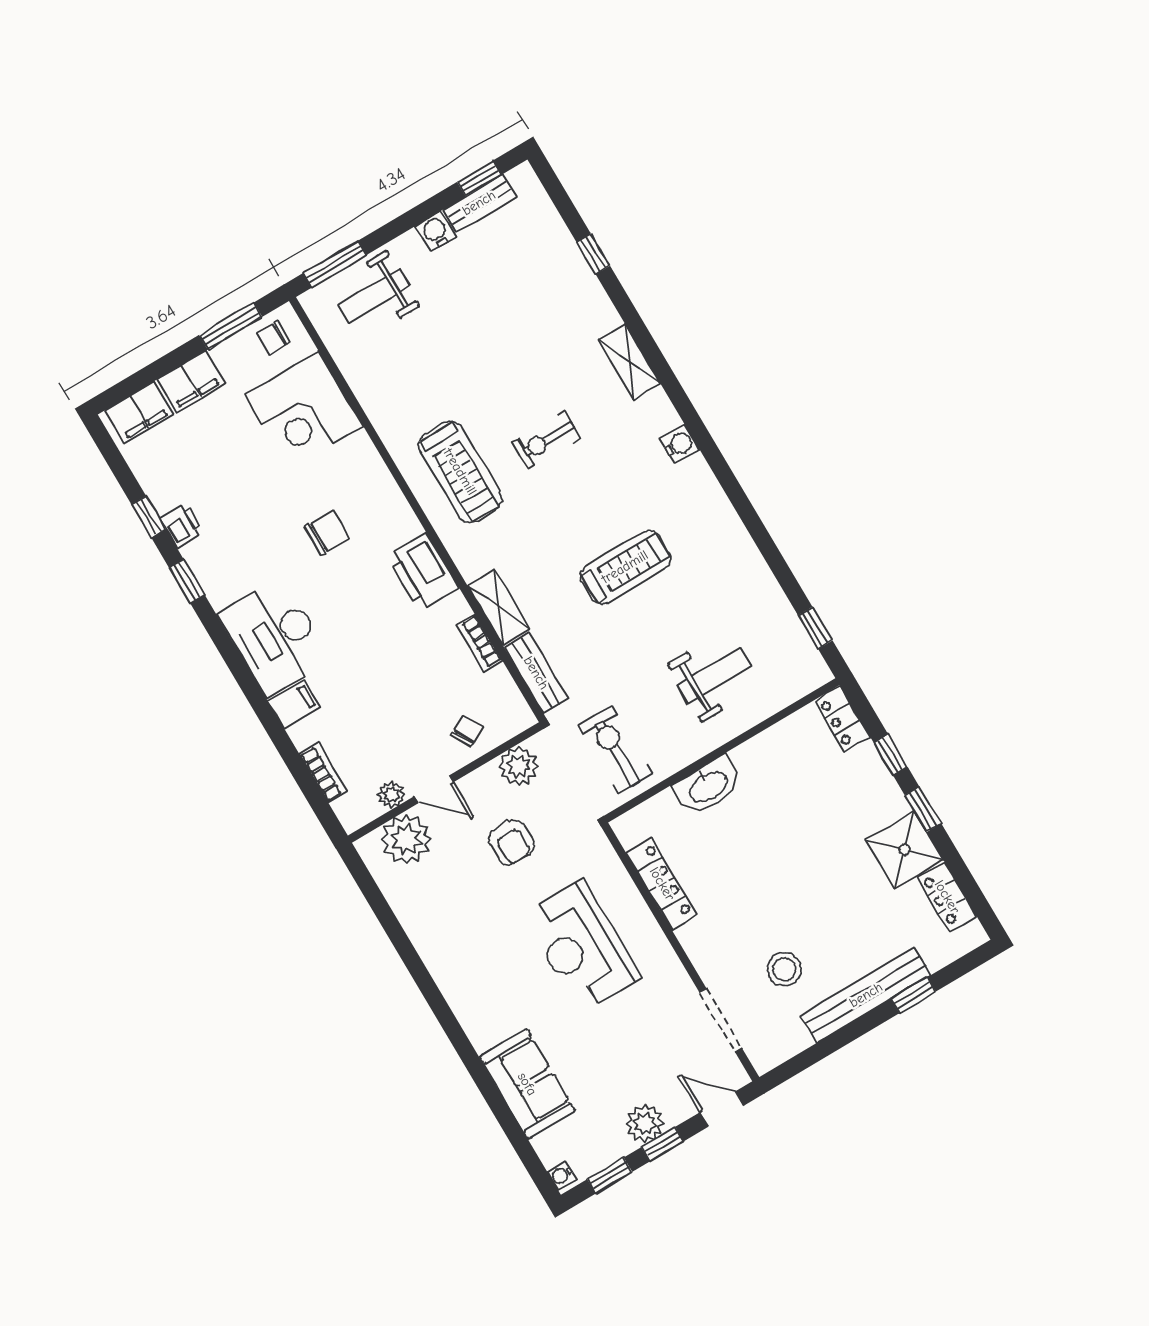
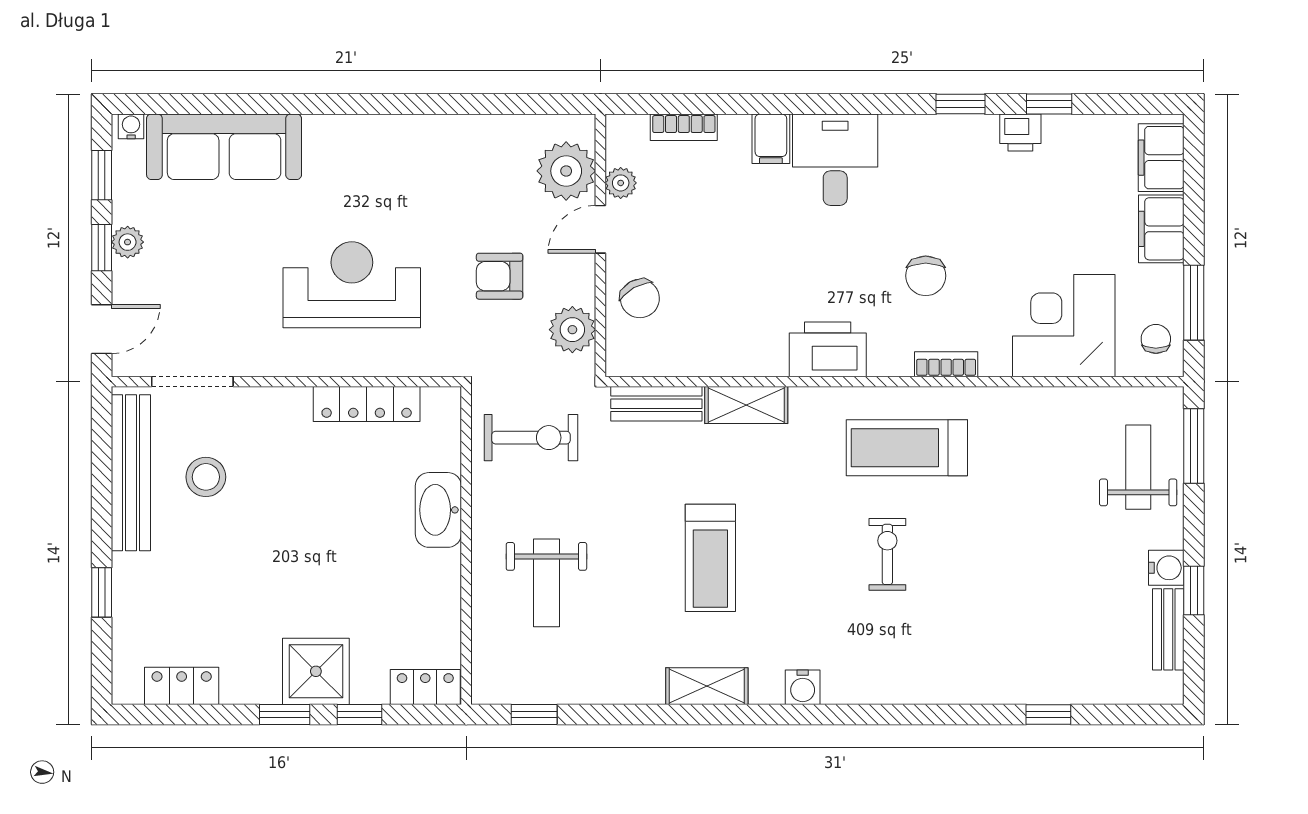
window: (479, 178) -> (1194, 591), moved
shelving: (629, 362) -> (707, 686), moved
desk: (275, 637) -> (835, 160), width x0.73
bookcase: (480, 643) -> (946, 364), moved
chair: (467, 731) -> (640, 298), width x1.37, depth x1.37
shower: (904, 850) -> (316, 671), moved
bench: (866, 995) -> (131, 473), moved
sofa: (527, 1084) -> (224, 147), width x1.36
plant: (645, 1123) -> (128, 242), width x0.73, depth x0.73

